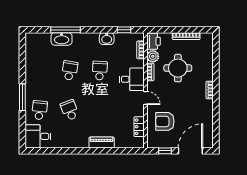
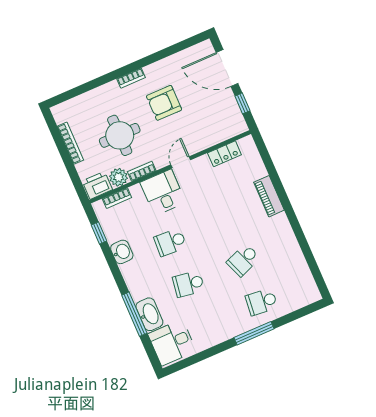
armchair: (165, 121) -> (164, 103), moved, turned 90
desk: (38, 136) -> (172, 342), moved, turned 90

